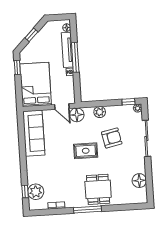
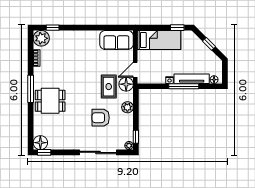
bed: (36, 84) -> (159, 40), width x0.67
sofa: (34, 133) -> (116, 40), width x0.73
armchair: (112, 138) -> (101, 118), turned 102
rug: (86, 151) -> (109, 87), moved
floor lamp: (139, 181) -> (40, 143), moved
plant: (36, 192) -> (41, 38), moved
window: (150, 192) -> (44, 152), added

